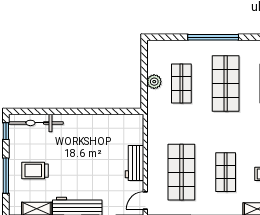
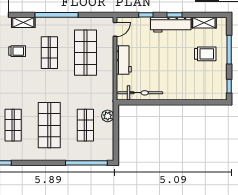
window: (213, 37) -> (86, 163), moved
plant: (154, 82) -> (108, 116), moved
bicycle: (36, 123) -> (140, 93), moved

